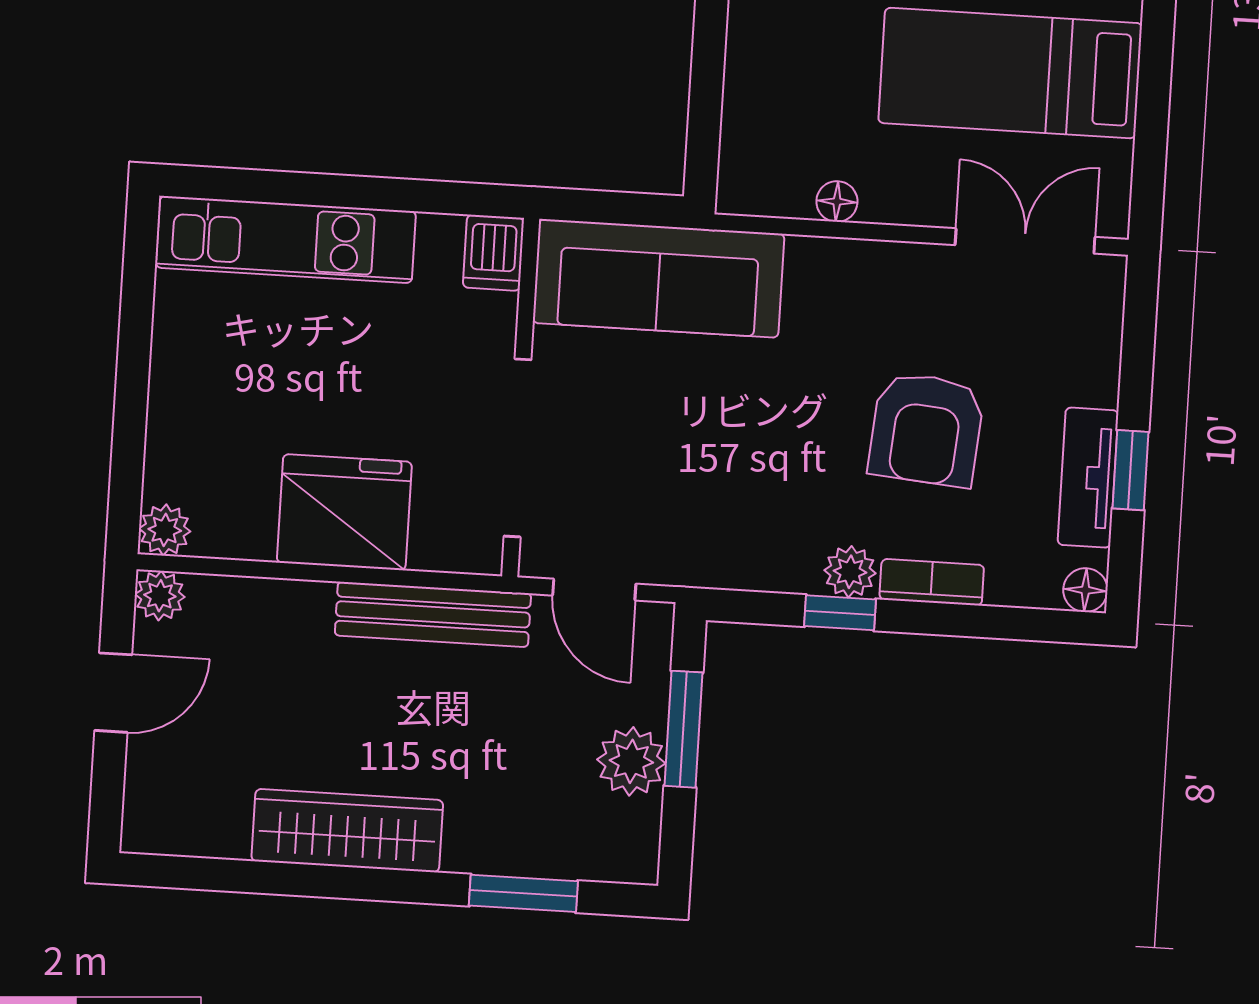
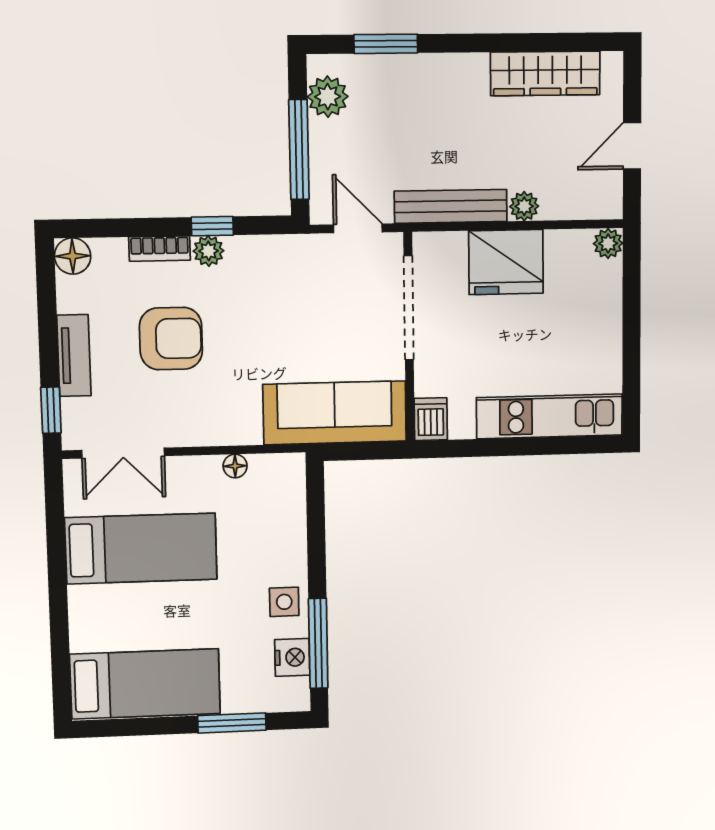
armchair: (926, 429) -> (171, 339), turned 85
window: (1130, 470) -> (51, 410), moved
tv unit: (1088, 478) -> (74, 356), moved
floor lamp: (1085, 590) -> (73, 256), width x1.37, depth x1.37
plant: (160, 596) -> (524, 206), moved
window: (683, 729) -> (299, 150), width x1.44
plant: (631, 761) -> (328, 97), moved
wardrobe: (347, 831) -> (545, 73), moved

